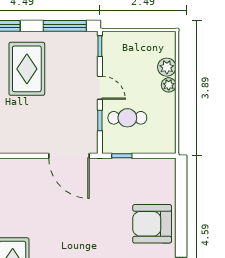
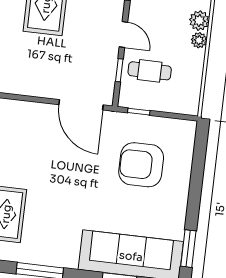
armchair: (152, 224) -> (141, 165), moved

